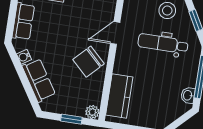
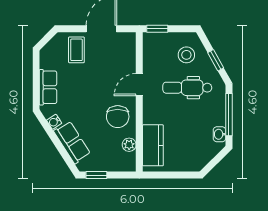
chair: (89, 62) -> (118, 117), turned -44
plant: (92, 112) -> (129, 145), moved
window: (71, 119) -> (96, 175), moved

